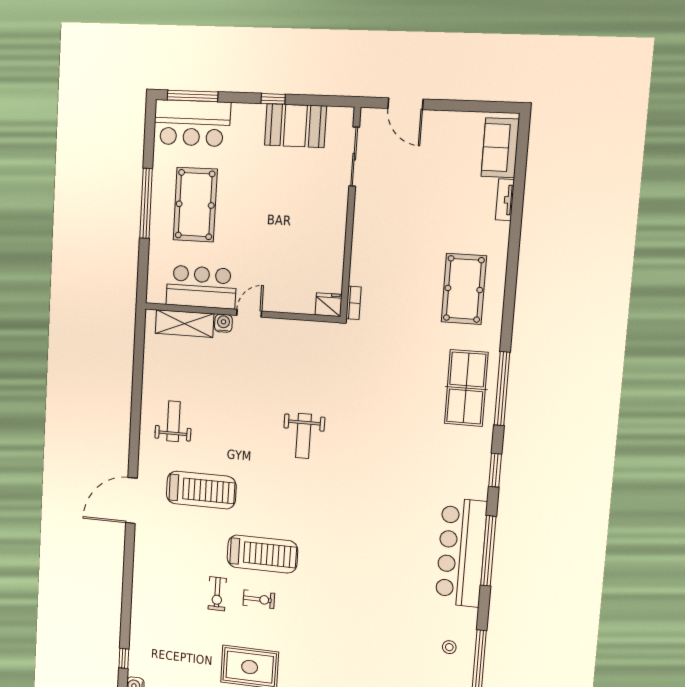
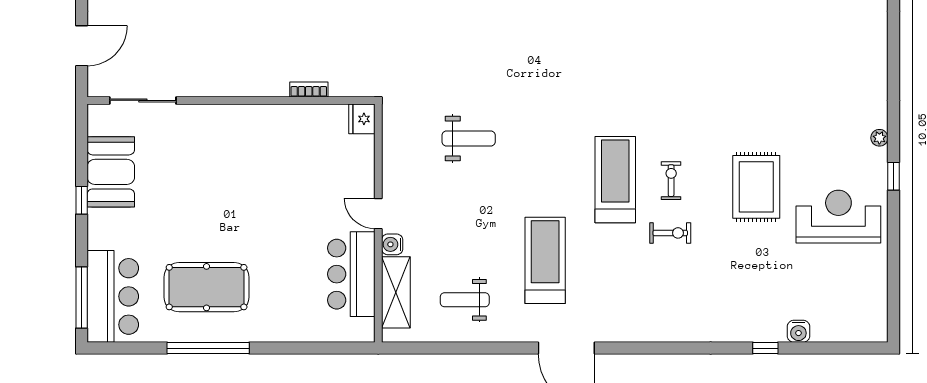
bar counter: (201, 287) -> (351, 274), moved
fridge: (329, 305) -> (362, 119), moved
wall: (241, 313) -> (378, 223), moved
door: (249, 313) -> (378, 214), moved
water cooler: (223, 323) -> (392, 244), moved
shelving: (184, 324) -> (396, 292), moved

